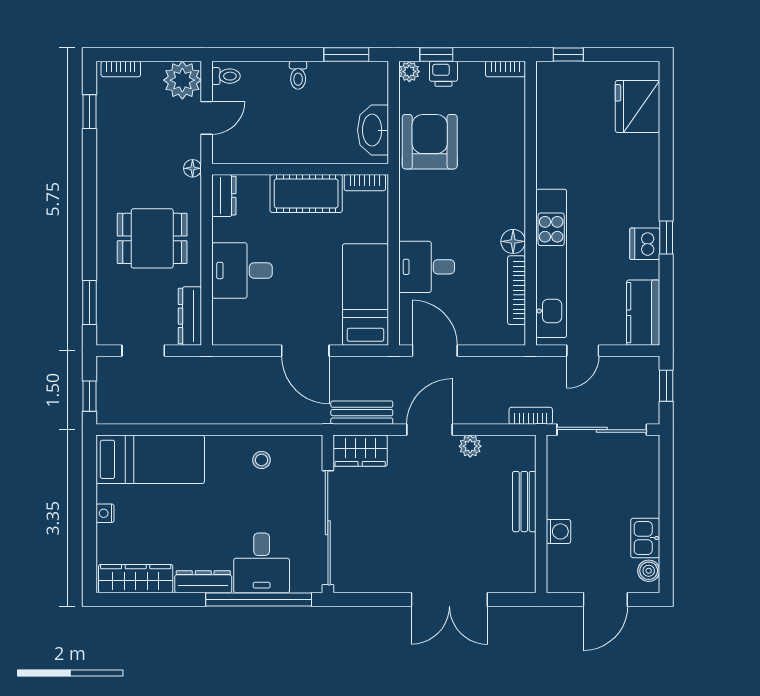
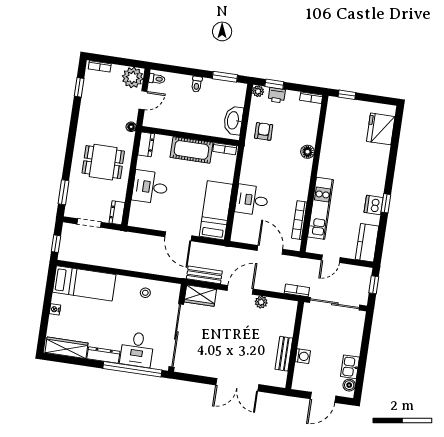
armchair: (430, 142) -> (264, 131), width x0.53, depth x0.53
floor lamp: (513, 241) -> (307, 152), moved
kitchen unit: (551, 263) -> (321, 208), width x0.73
dresser: (190, 316) -> (117, 213), width x0.70
door: (435, 351) -> (270, 250), moved
bench: (524, 502) -> (284, 354), moved

